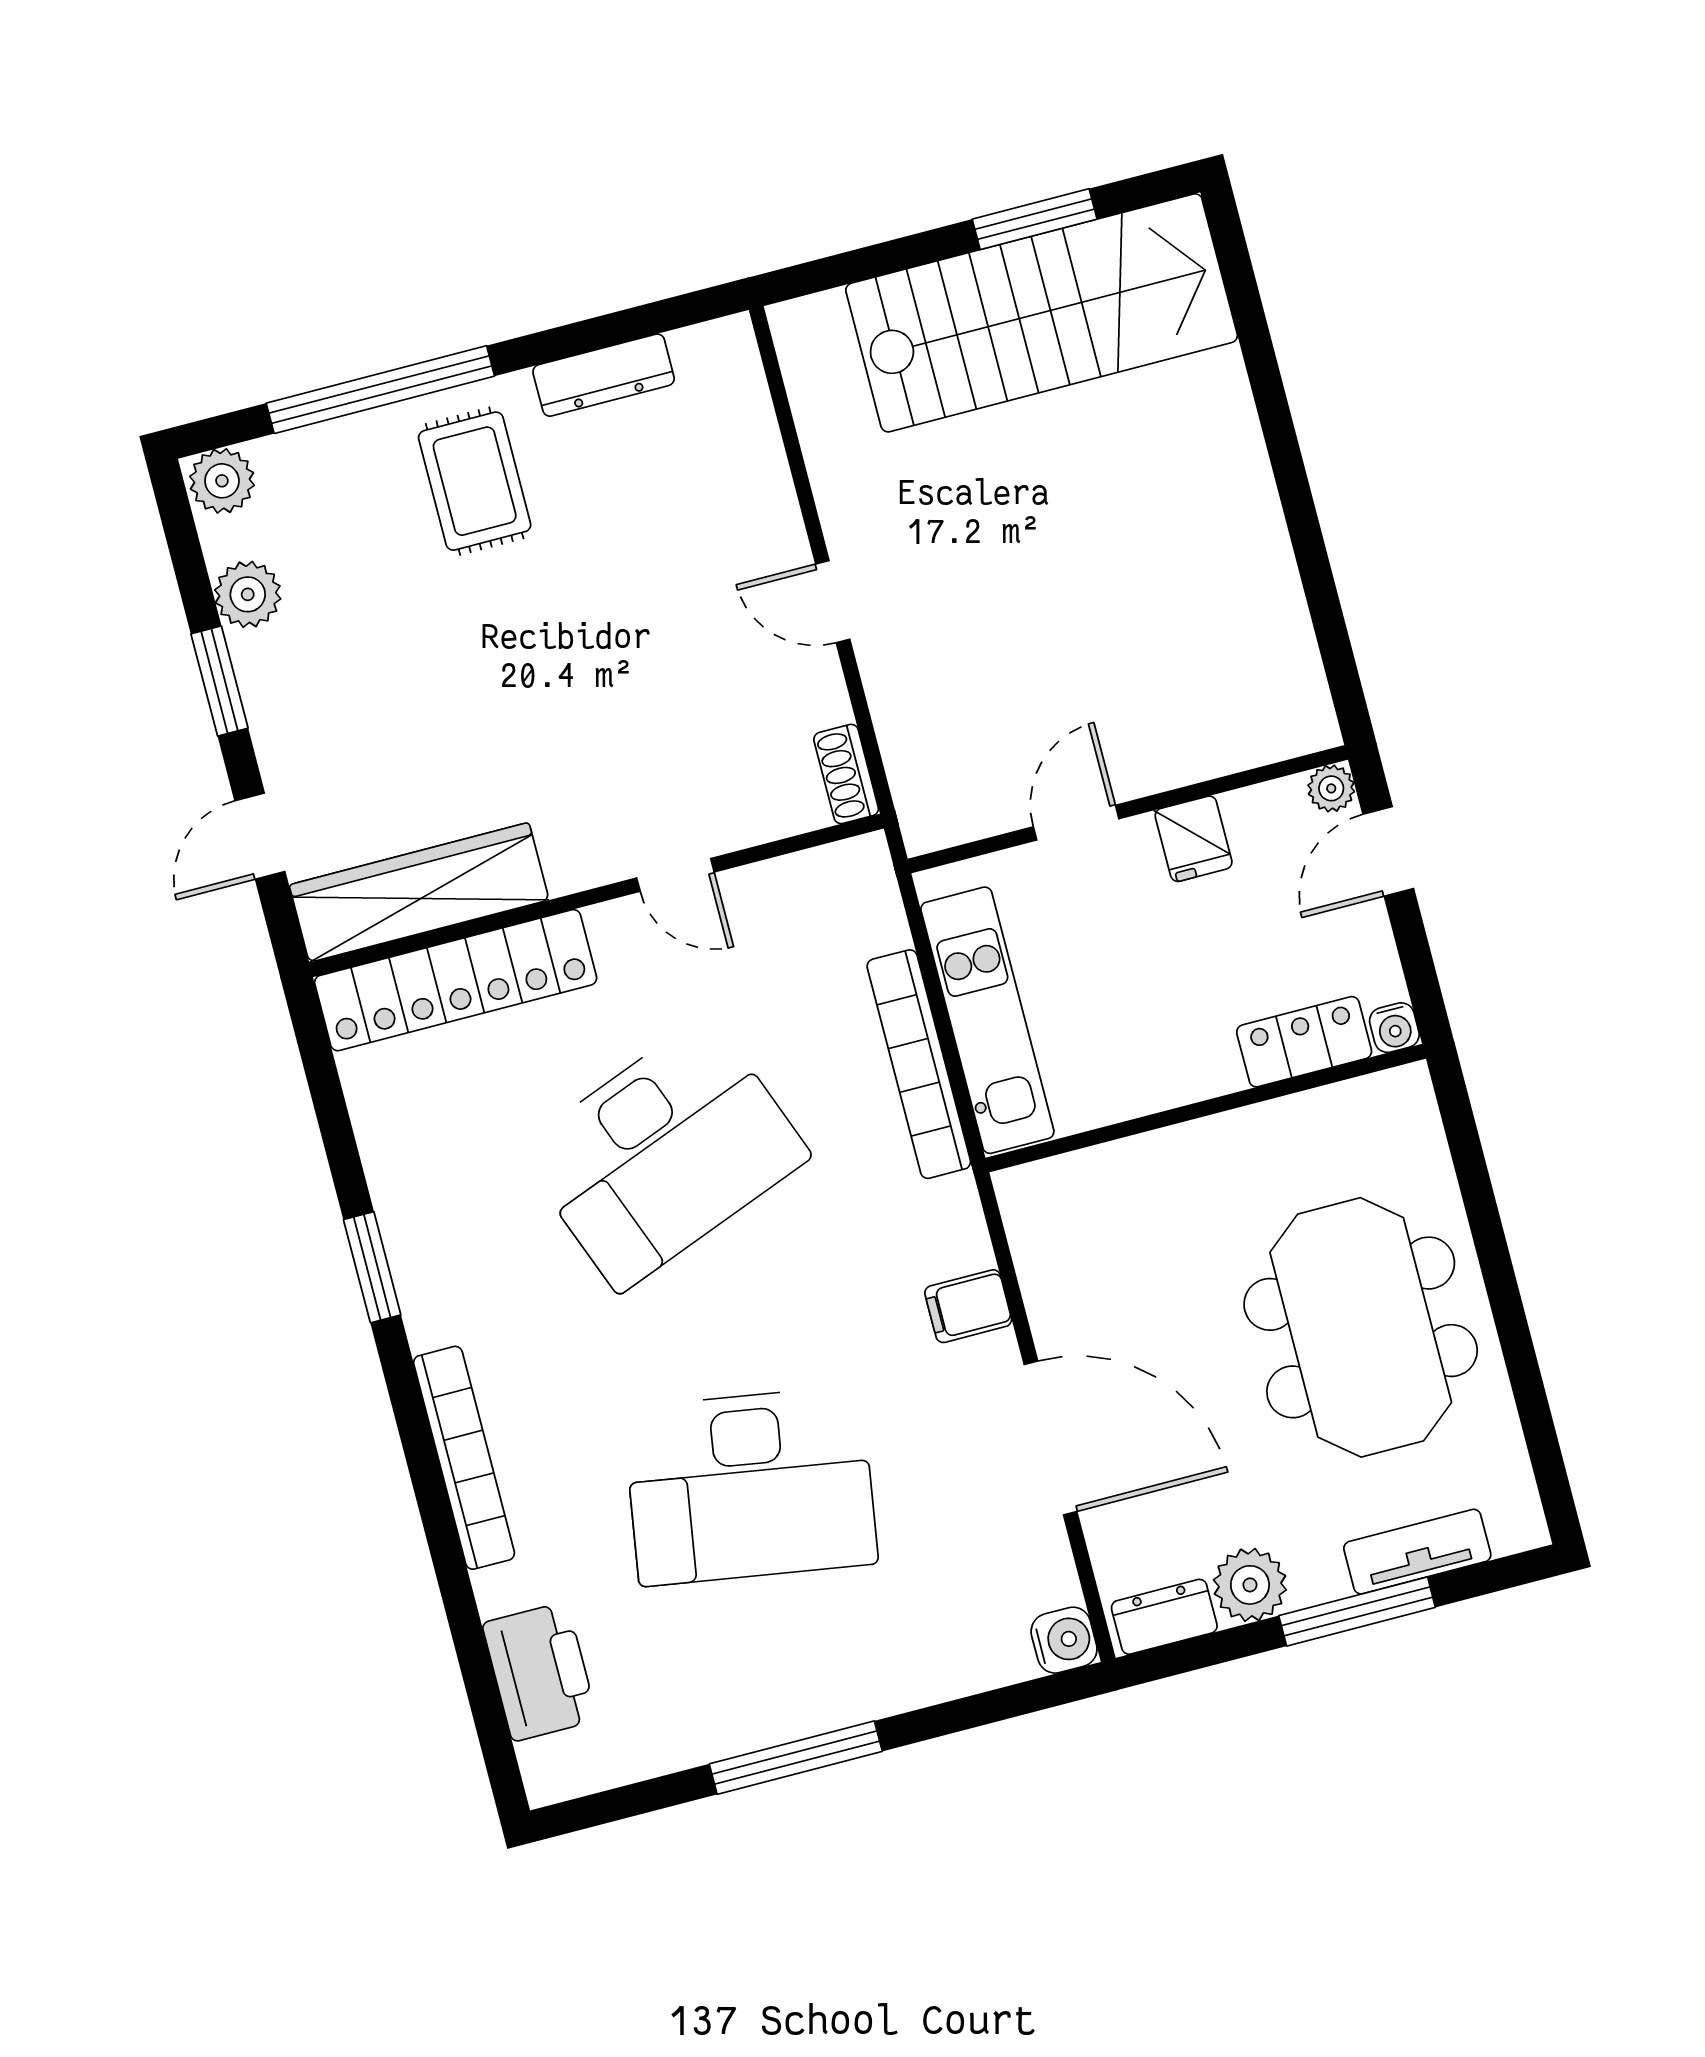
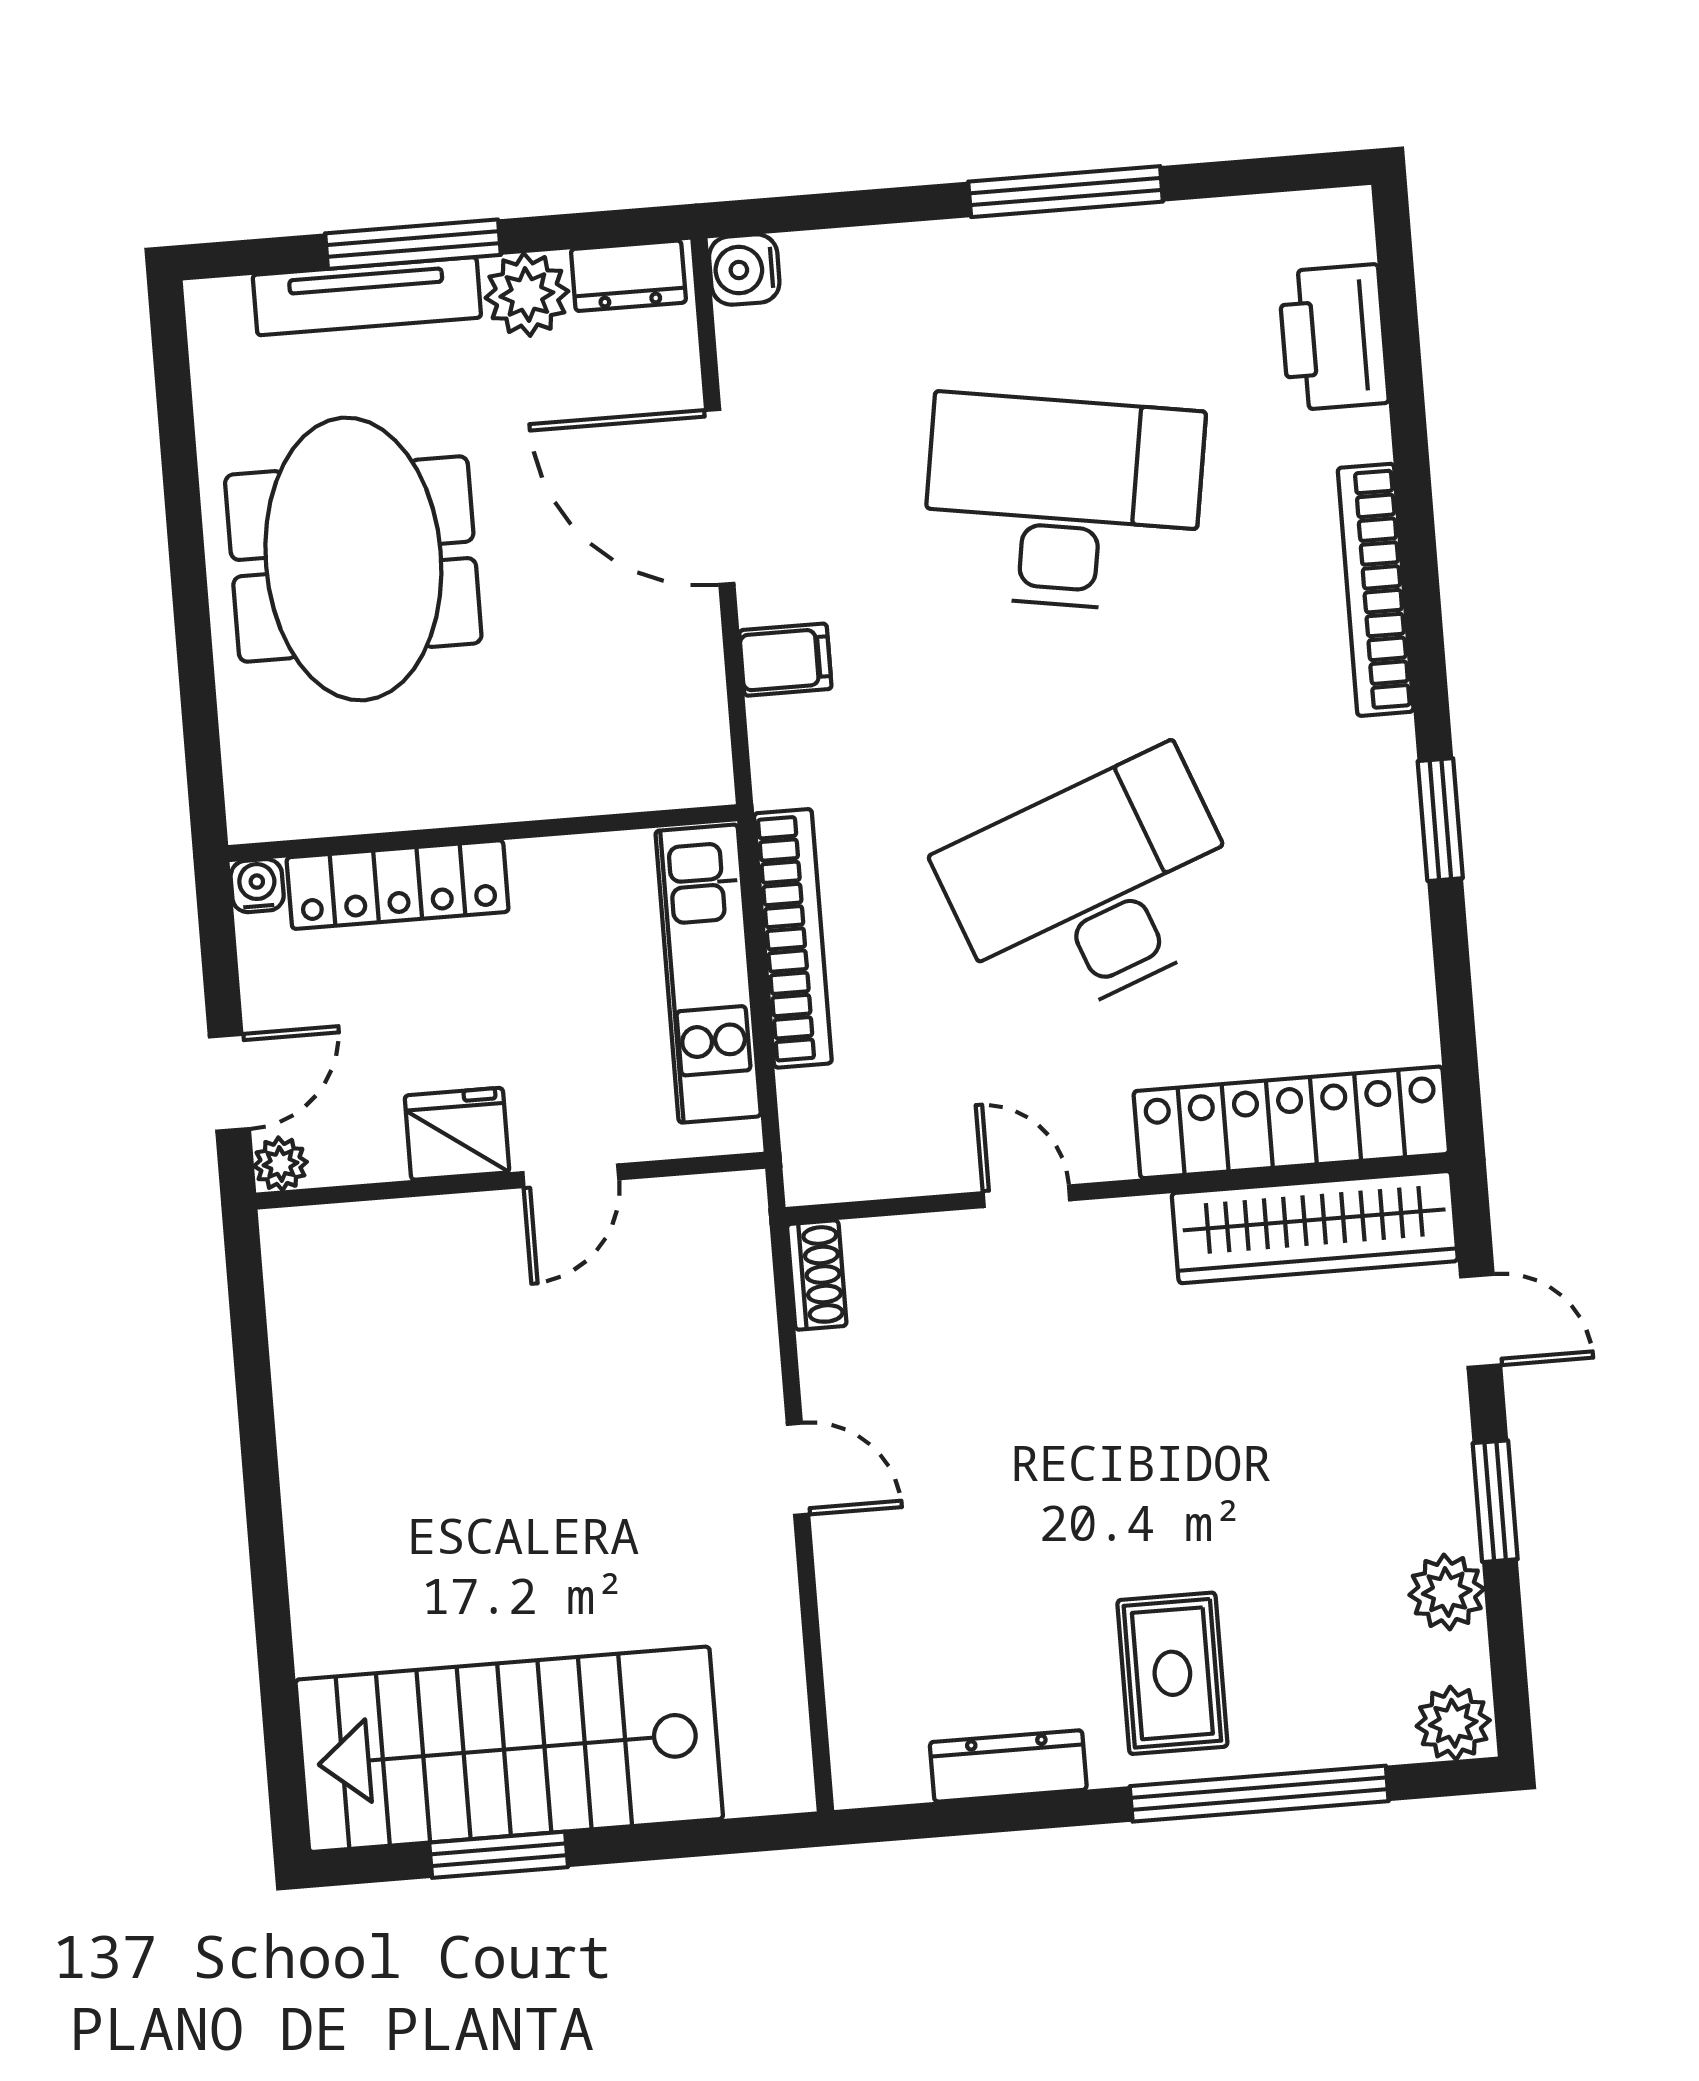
door: (260, 836) -> (1481, 1321), hinge flipped
fridge: (1194, 839) -> (457, 1134), width x1.38
locker: (1304, 1042) -> (398, 885), width x1.53
tv unit: (1417, 1552) -> (367, 296), width x1.41

